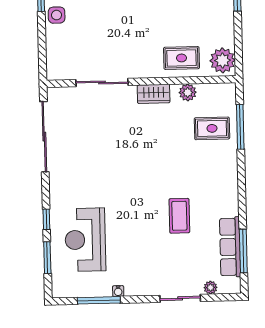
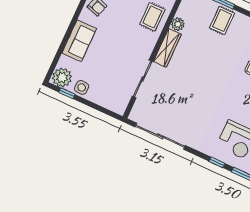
wardrobe: (154, 94) -> (167, 48), width x1.50
rug: (212, 128) -> (222, 20), moved

